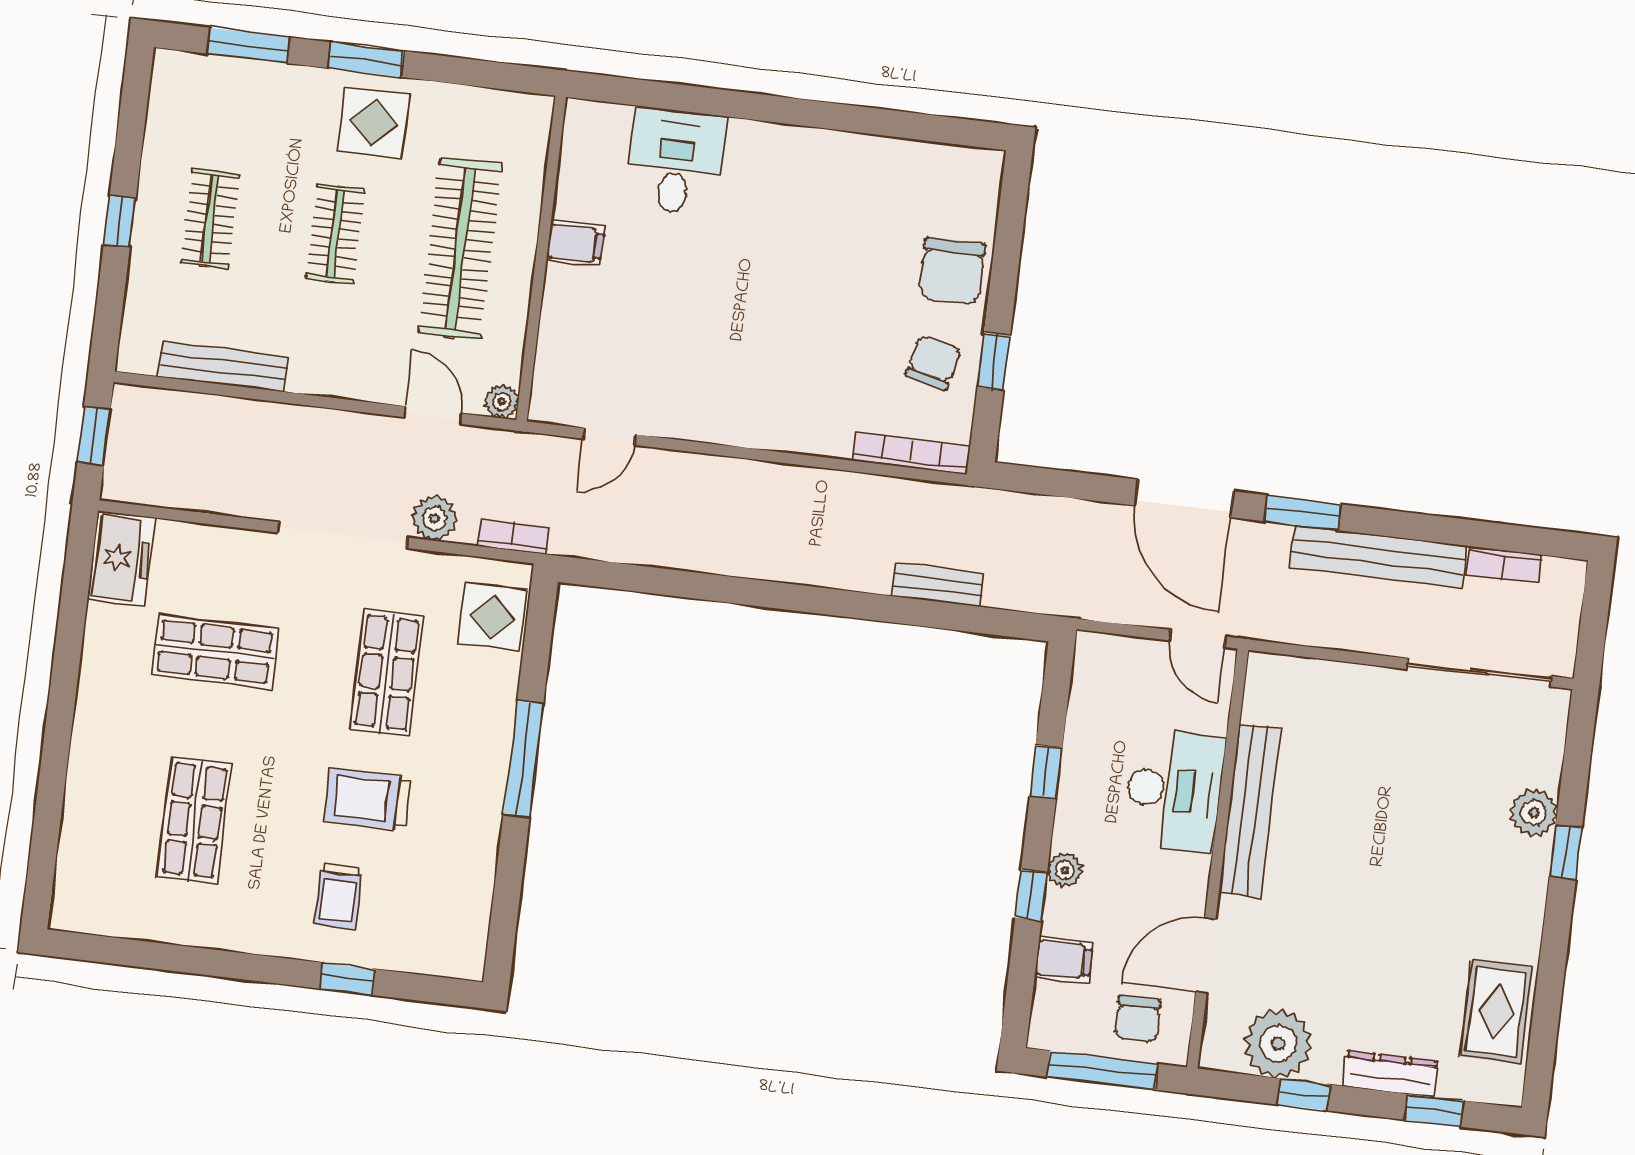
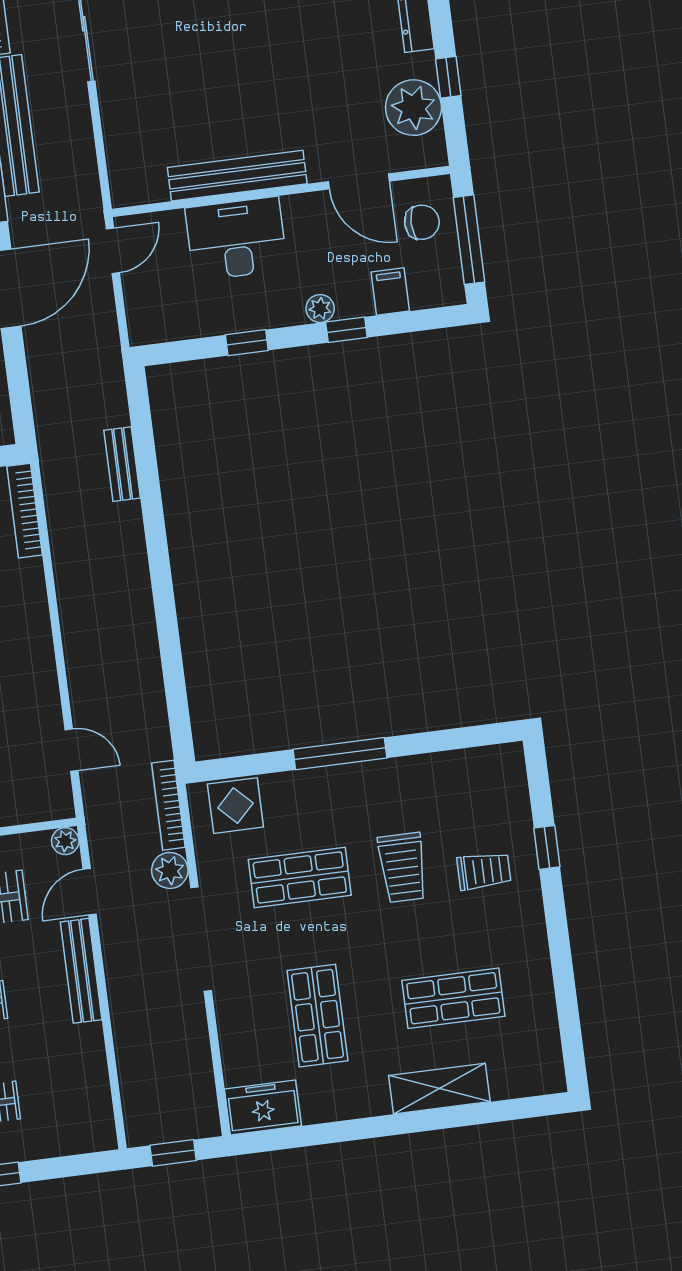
bench: (223, 367) -> (81, 971), moved
bookcase: (513, 536) -> (168, 805), width x1.56
shelving: (90, 776) -> (439, 1089), added

